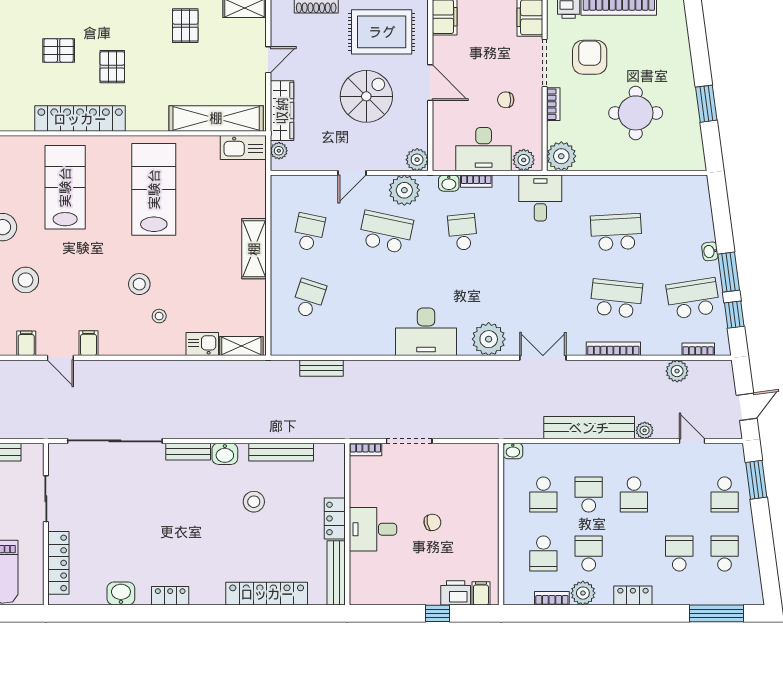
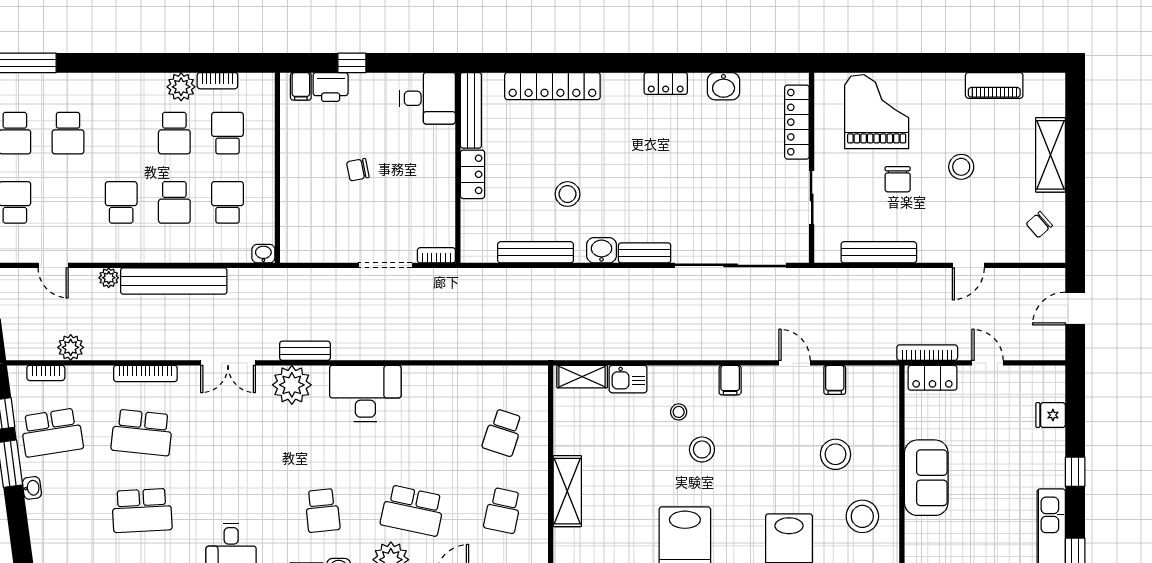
filing cabinet: (89, 343) -> (730, 380), moved
bench: (322, 368) -> (305, 351), moved
desk: (373, 529) -> (428, 98), moved
locker: (633, 596) -> (122, 84), removed

